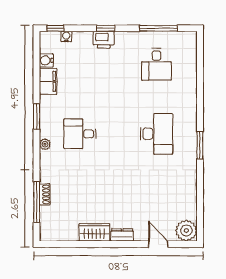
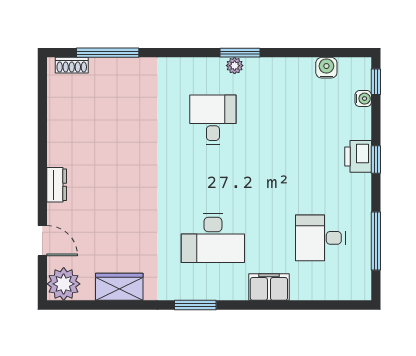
filing cabinet: (48, 81) -> (269, 287), moved, turned 180
plant: (45, 144) -> (235, 66), moved
shoe rack: (45, 194) -> (72, 65), moved
wardrobe: (94, 232) -> (119, 287), moved, turned -90
door: (158, 244) -> (42, 241), hinge flipped

